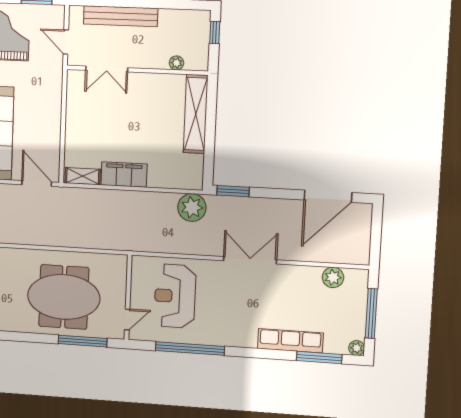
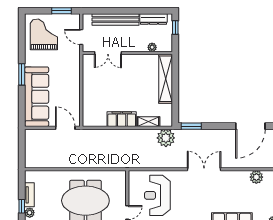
dresser: (181, 18) -> (153, 19), added
shelving: (83, 176) -> (148, 122), moved

